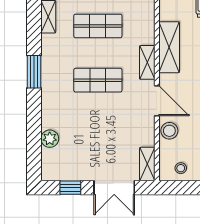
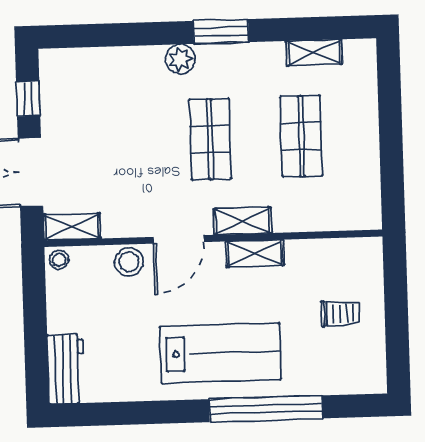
shelving: (169, 47) -> (255, 253), width x0.67, depth x0.75
plant: (50, 139) -> (180, 59), moved
stool: (181, 168) -> (59, 260), moved

